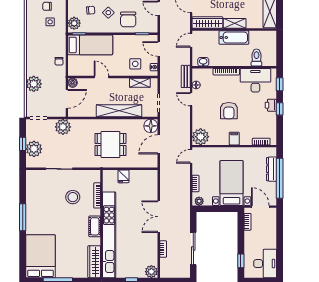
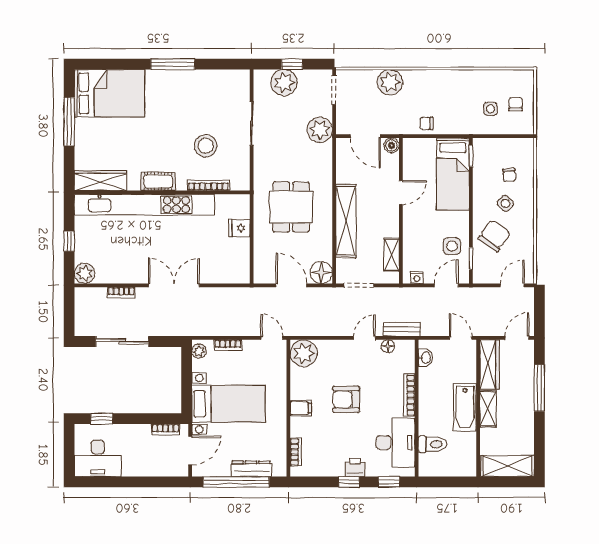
chair: (128, 19) -> (494, 236), turned 124
plant: (74, 23) -> (488, 148), removed
side table: (135, 64) -> (452, 246), moved

